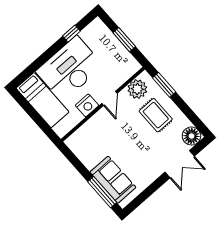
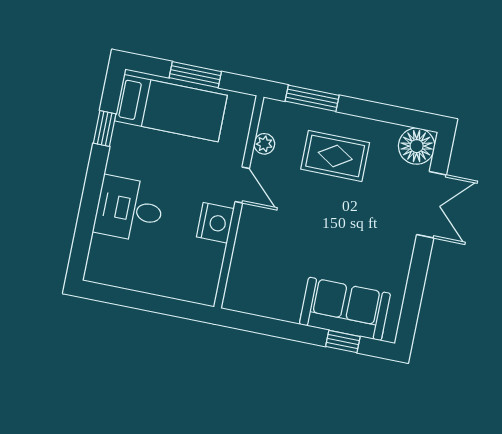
desk: (70, 69) -> (129, 209), width x0.53, depth x0.77
plant: (137, 89) -> (264, 144), width x0.53, depth x0.53
bed: (43, 100) -> (171, 108), moved
window: (102, 192) -> (343, 341), width x0.46

